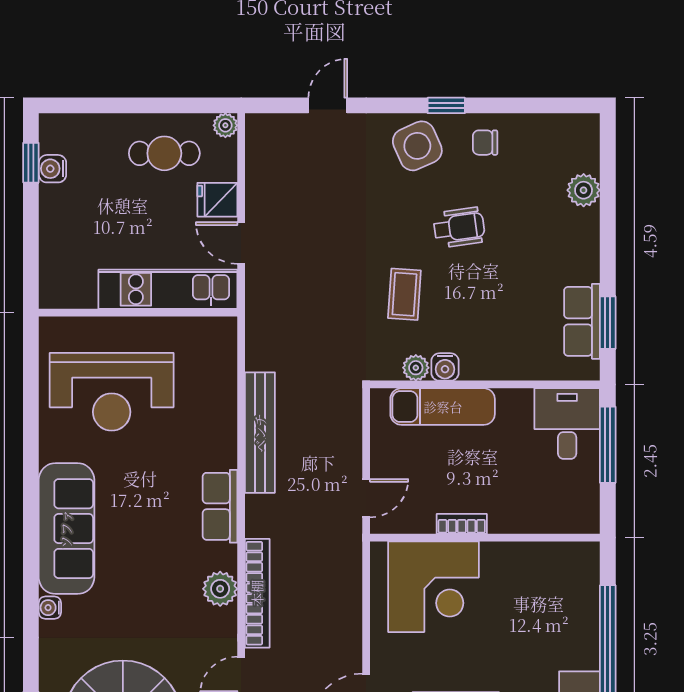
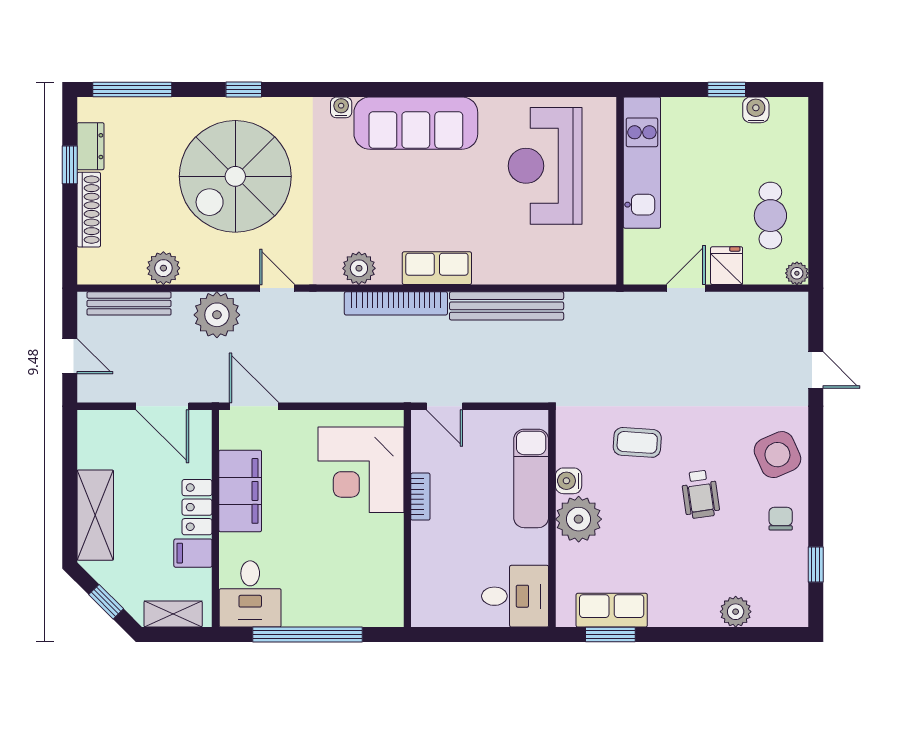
window: (446, 105) -> (816, 564), moved
window: (31, 163) -> (727, 89), moved
kitchen unit: (168, 289) -> (642, 163), moved
plant: (416, 368) -> (579, 519), moved, width x1.88, depth x1.88
window: (608, 445) -> (495, 635), removed
bookcase: (257, 593) -> (396, 303), moved

